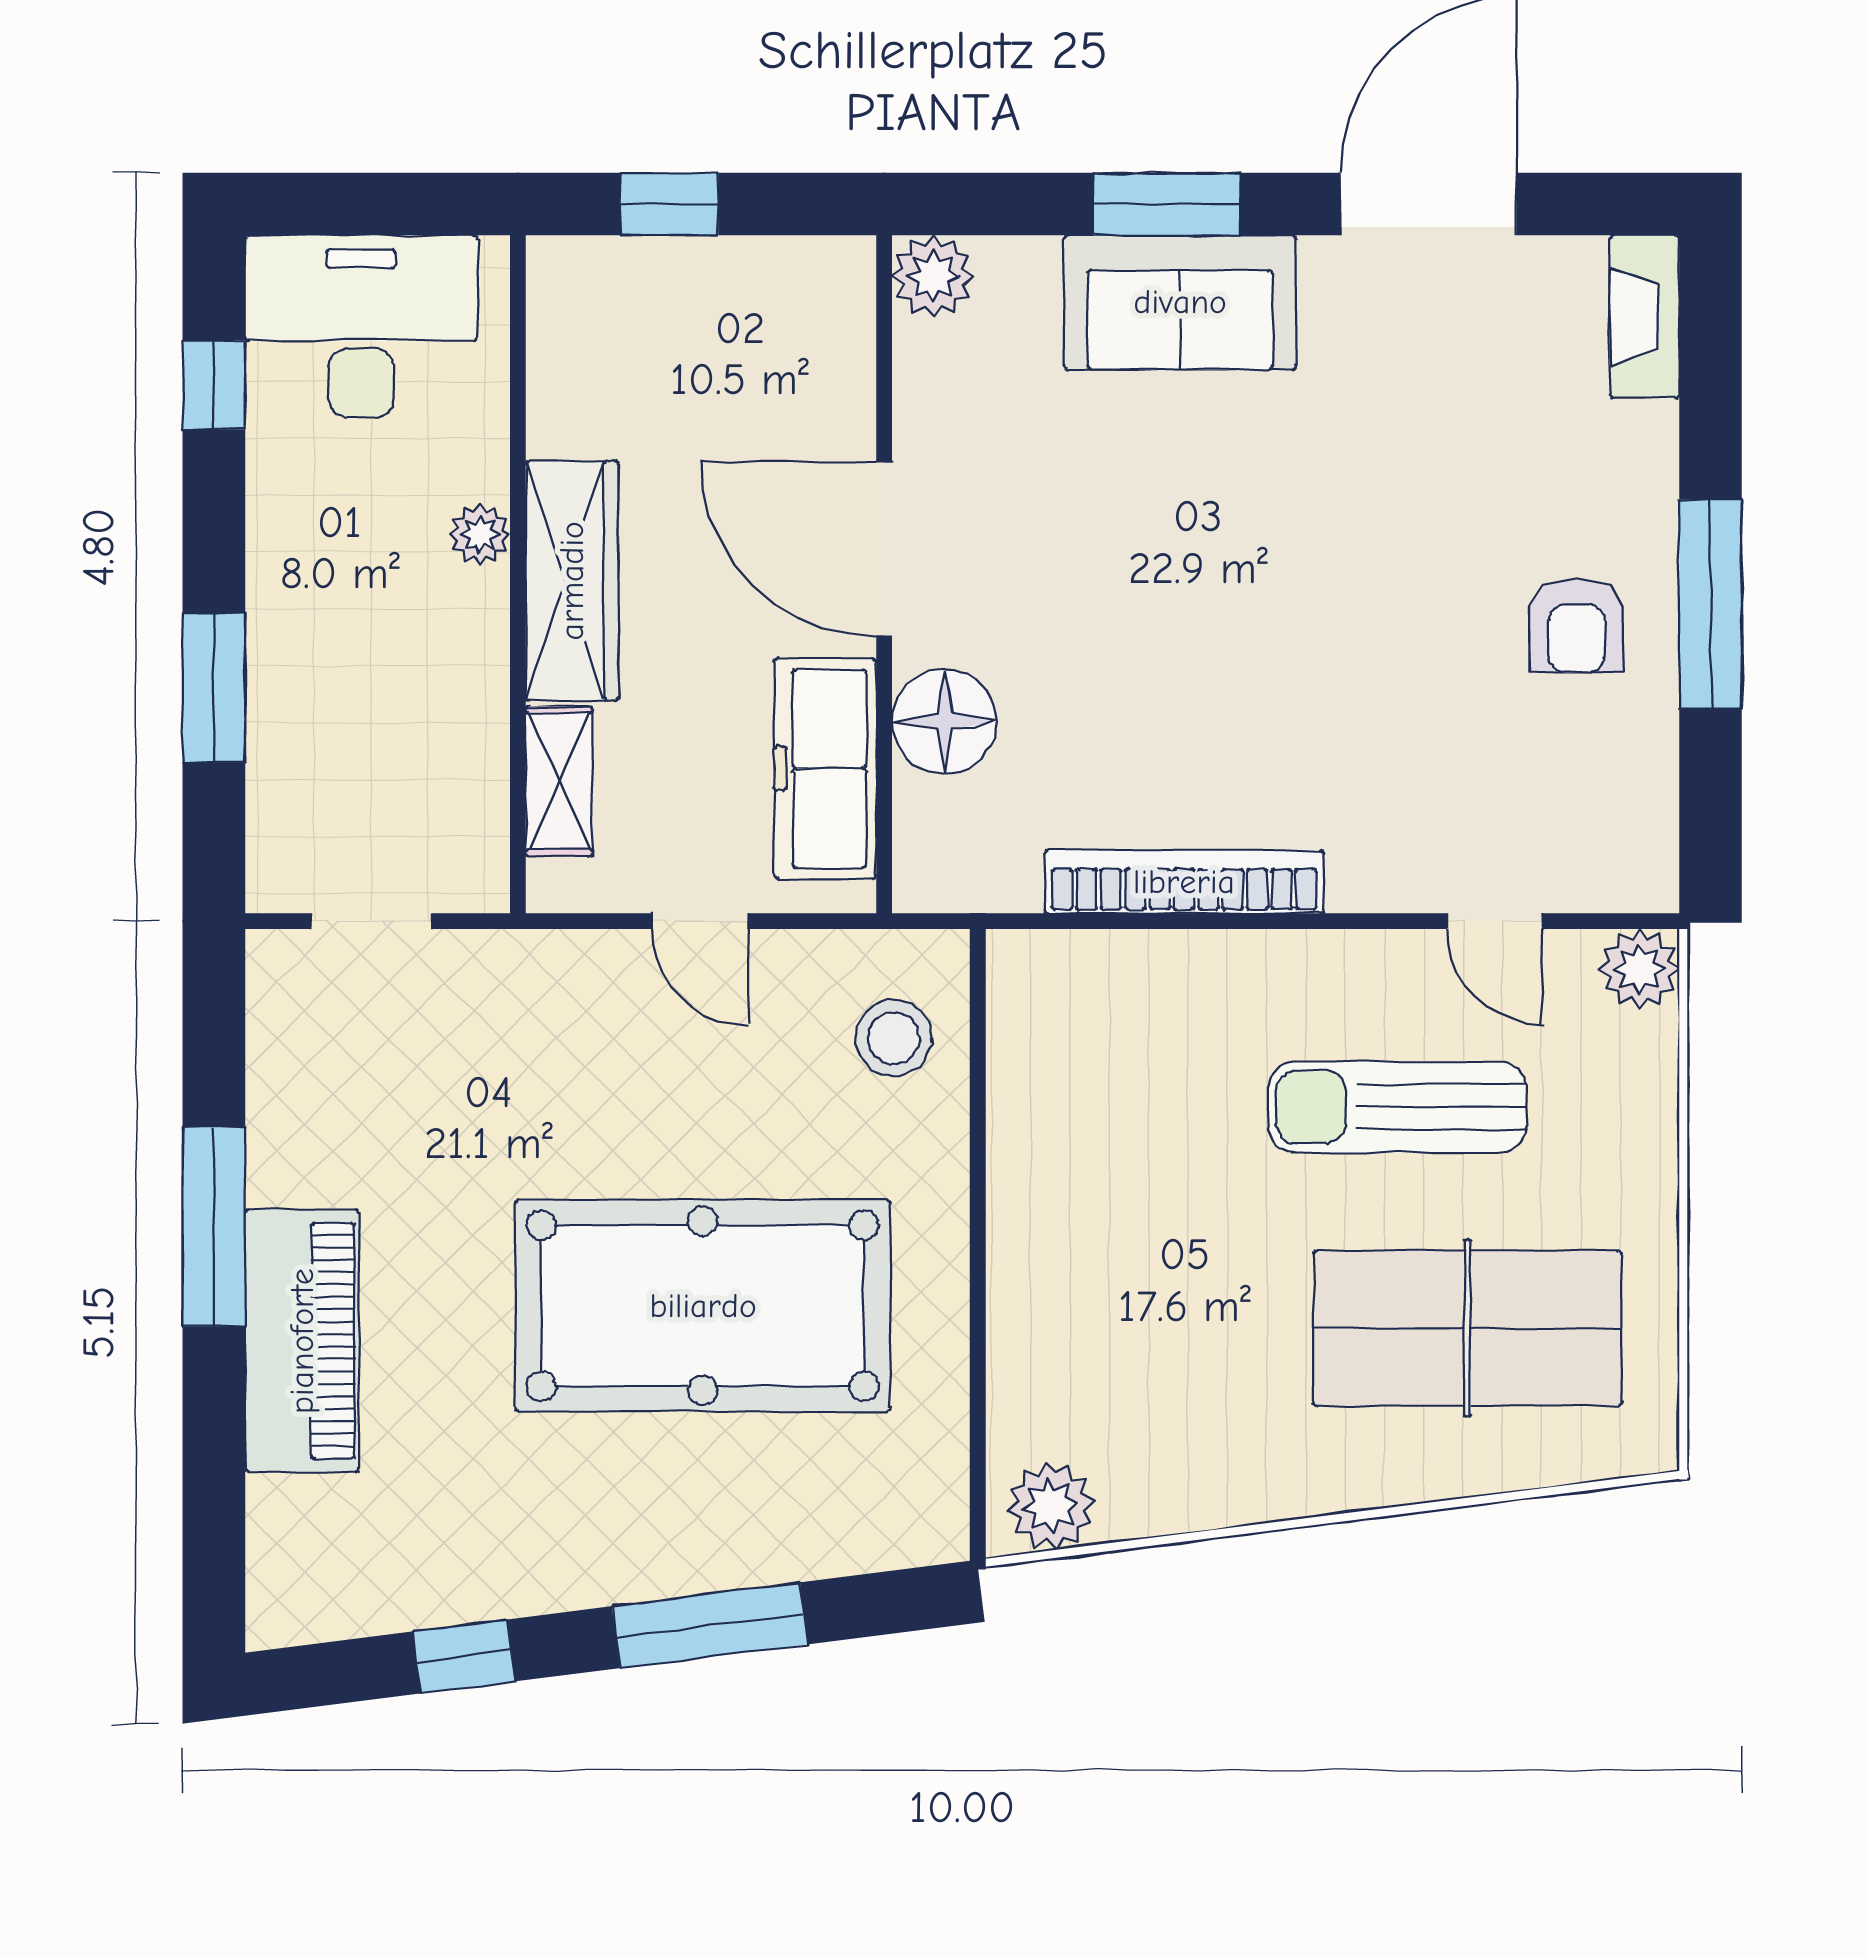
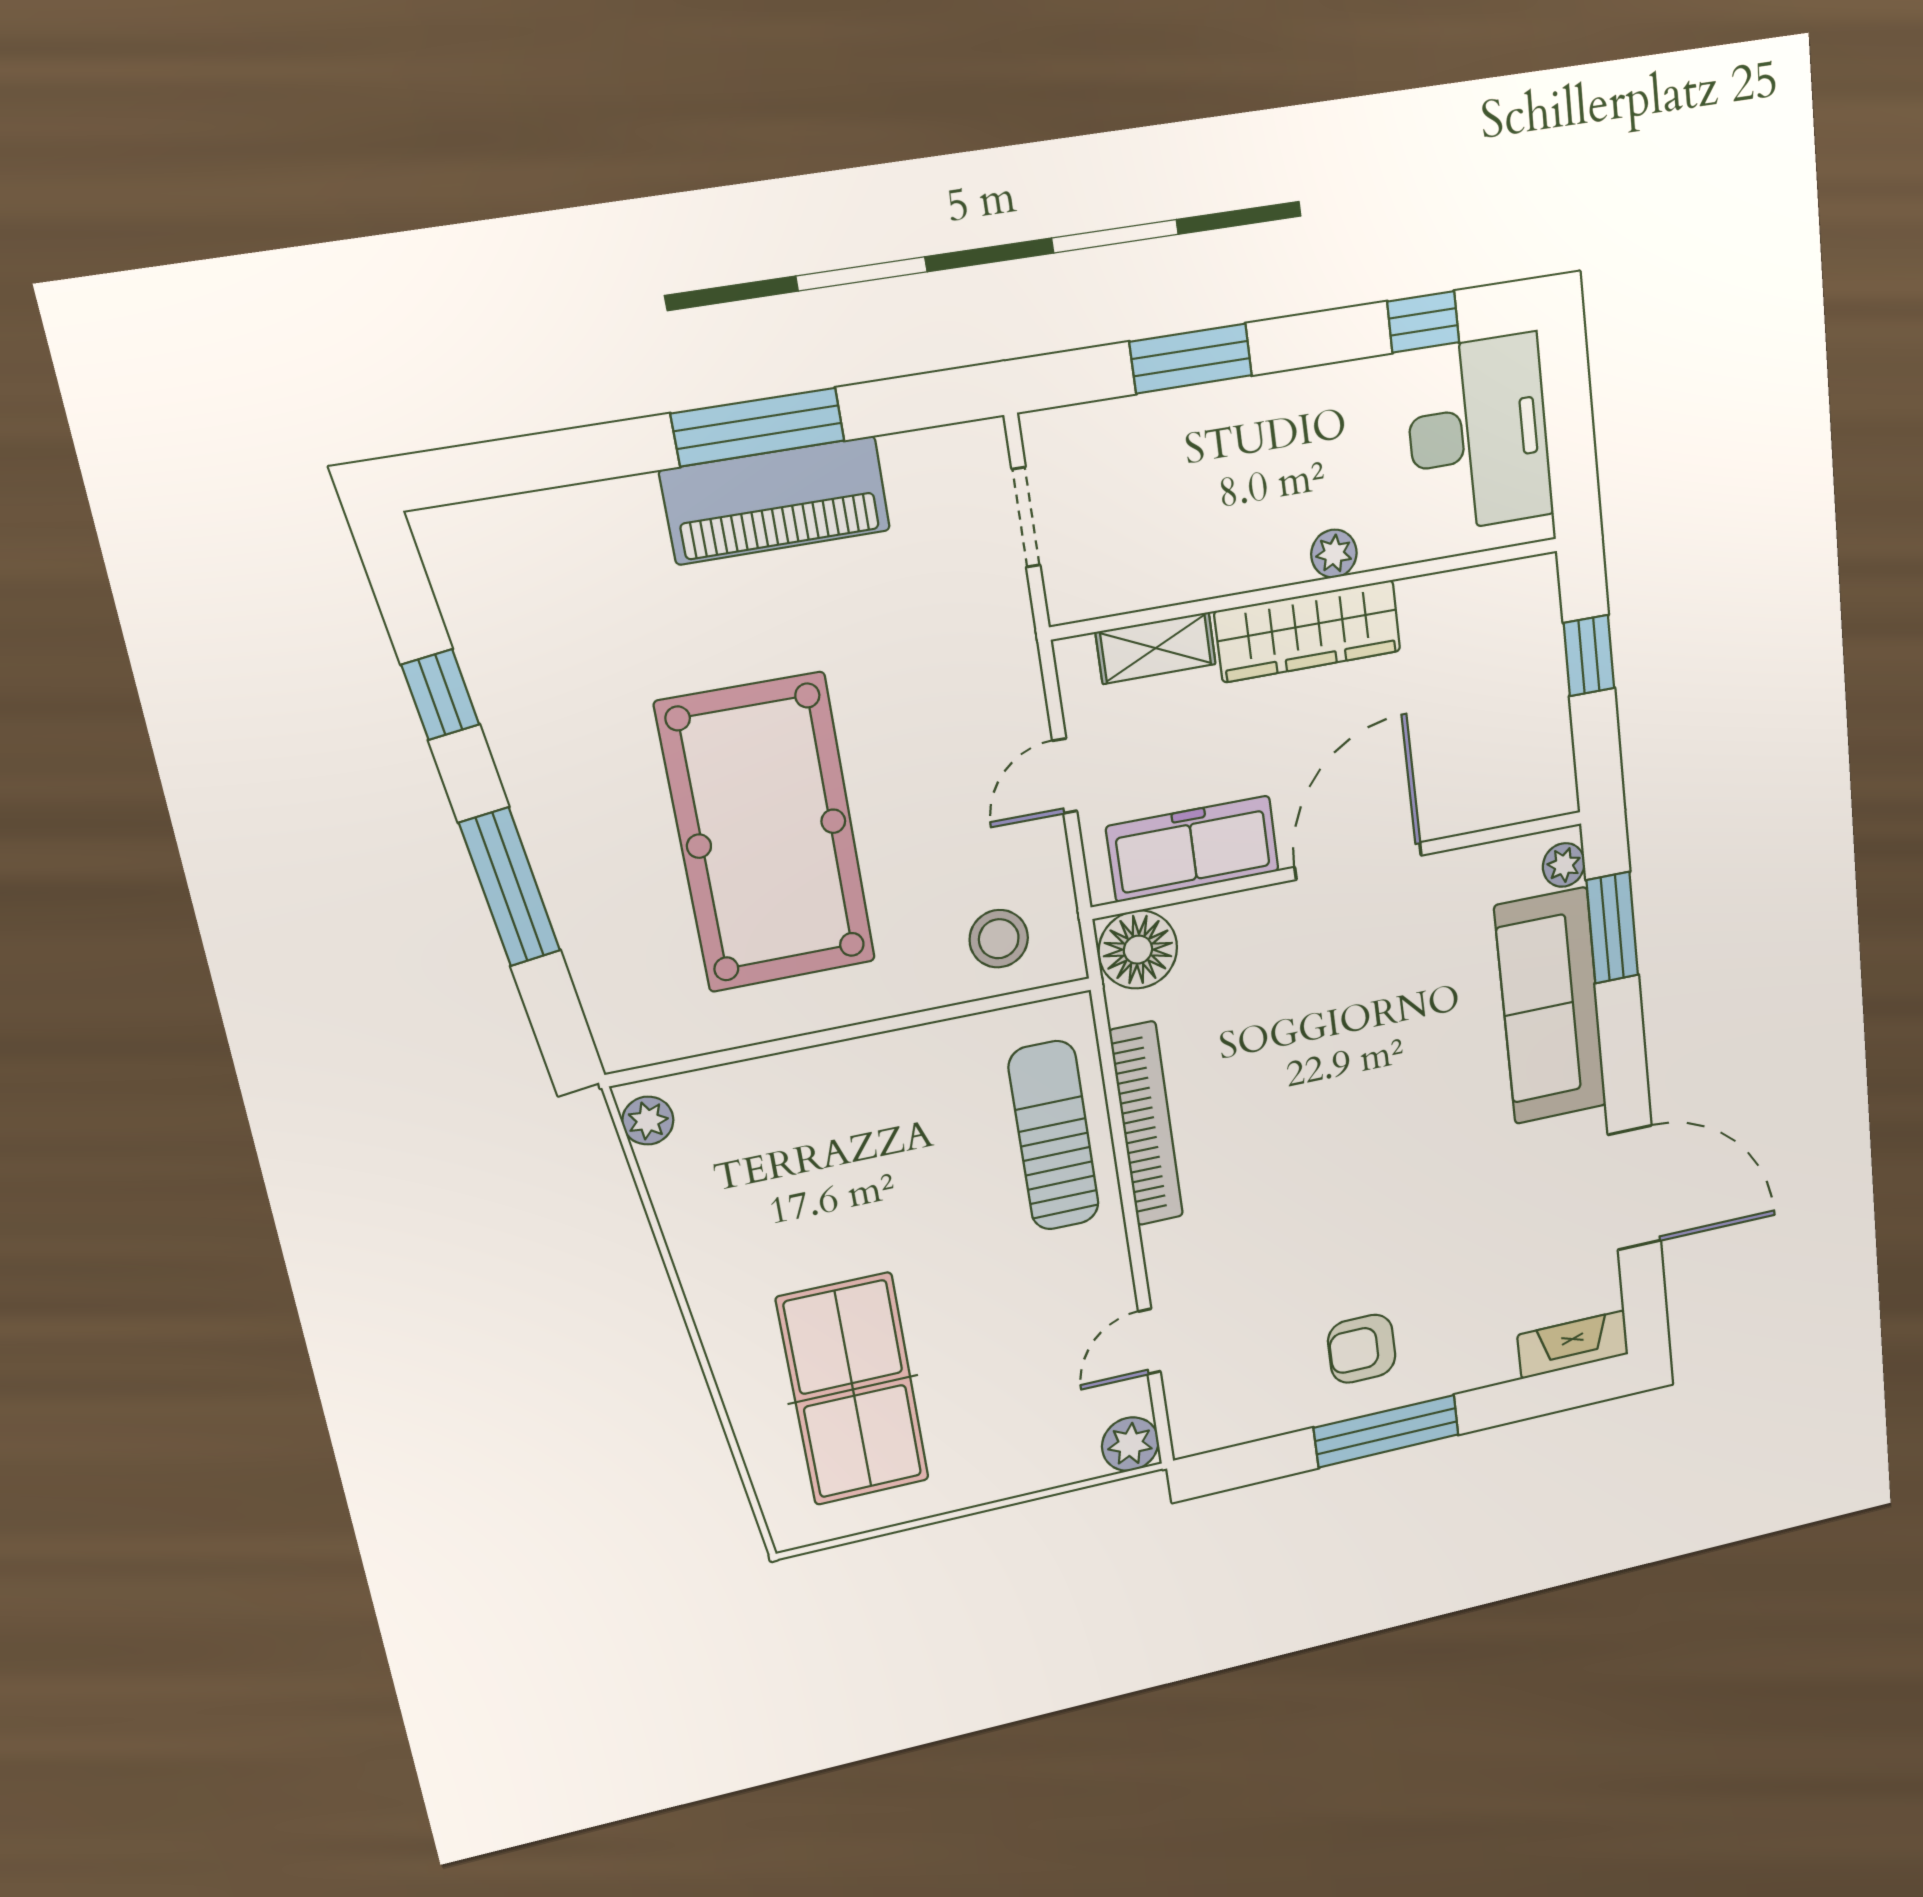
window: (1167, 204) -> (1612, 928), moved
plant: (933, 276) -> (1564, 865), width x0.73, depth x0.73
sofa: (1180, 302) -> (1551, 1007), width x1.36
floor lamp: (944, 722) -> (1138, 950), moved
sun lounger: (1397, 1107) -> (1054, 1136), moved
piano: (302, 1341) -> (776, 500), moved
plant: (1051, 1506) -> (648, 1121), width x0.73, depth x0.73

